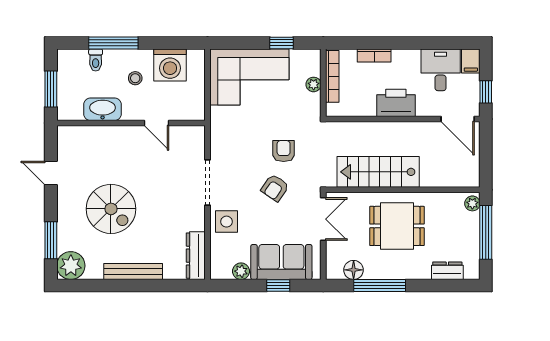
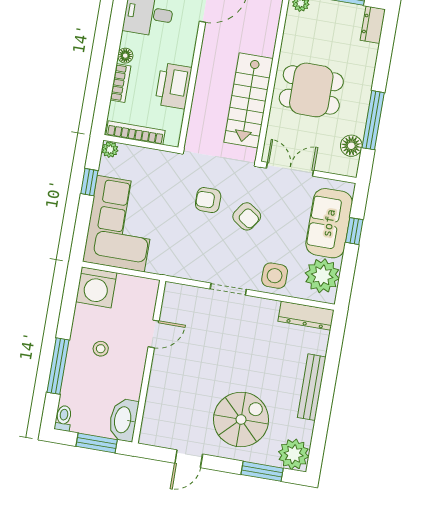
floor lamp: (399, 56) -> (125, 56), added
toilet: (96, 60) -> (63, 418), moved, turned -90
washing machine: (170, 65) -> (96, 287), moved, turned 90
plant: (314, 84) -> (110, 149), moved
printer: (396, 103) -> (173, 86), moved
washbasin: (103, 109) -> (123, 420), moved
doorway: (208, 182) -> (228, 289), width x0.73
spiral stairs: (111, 209) -> (241, 419), moved
dining table: (397, 226) -> (311, 90), turned 90
plant: (241, 271) -> (322, 276), width x1.87, depth x1.87
dresser: (447, 271) -> (373, 25), moved

